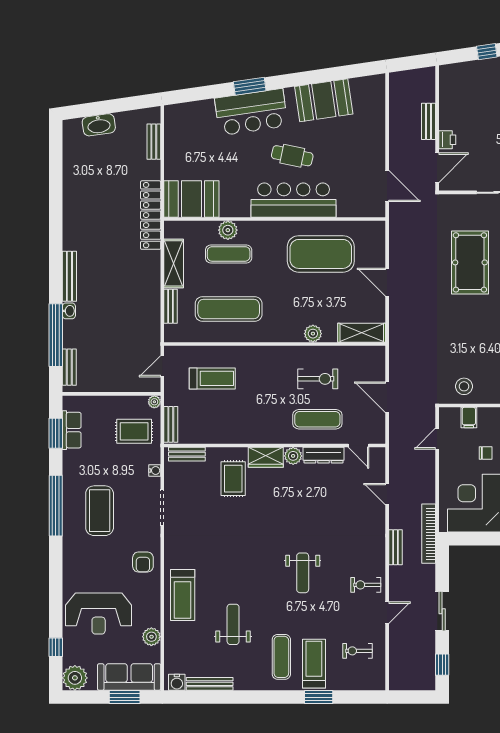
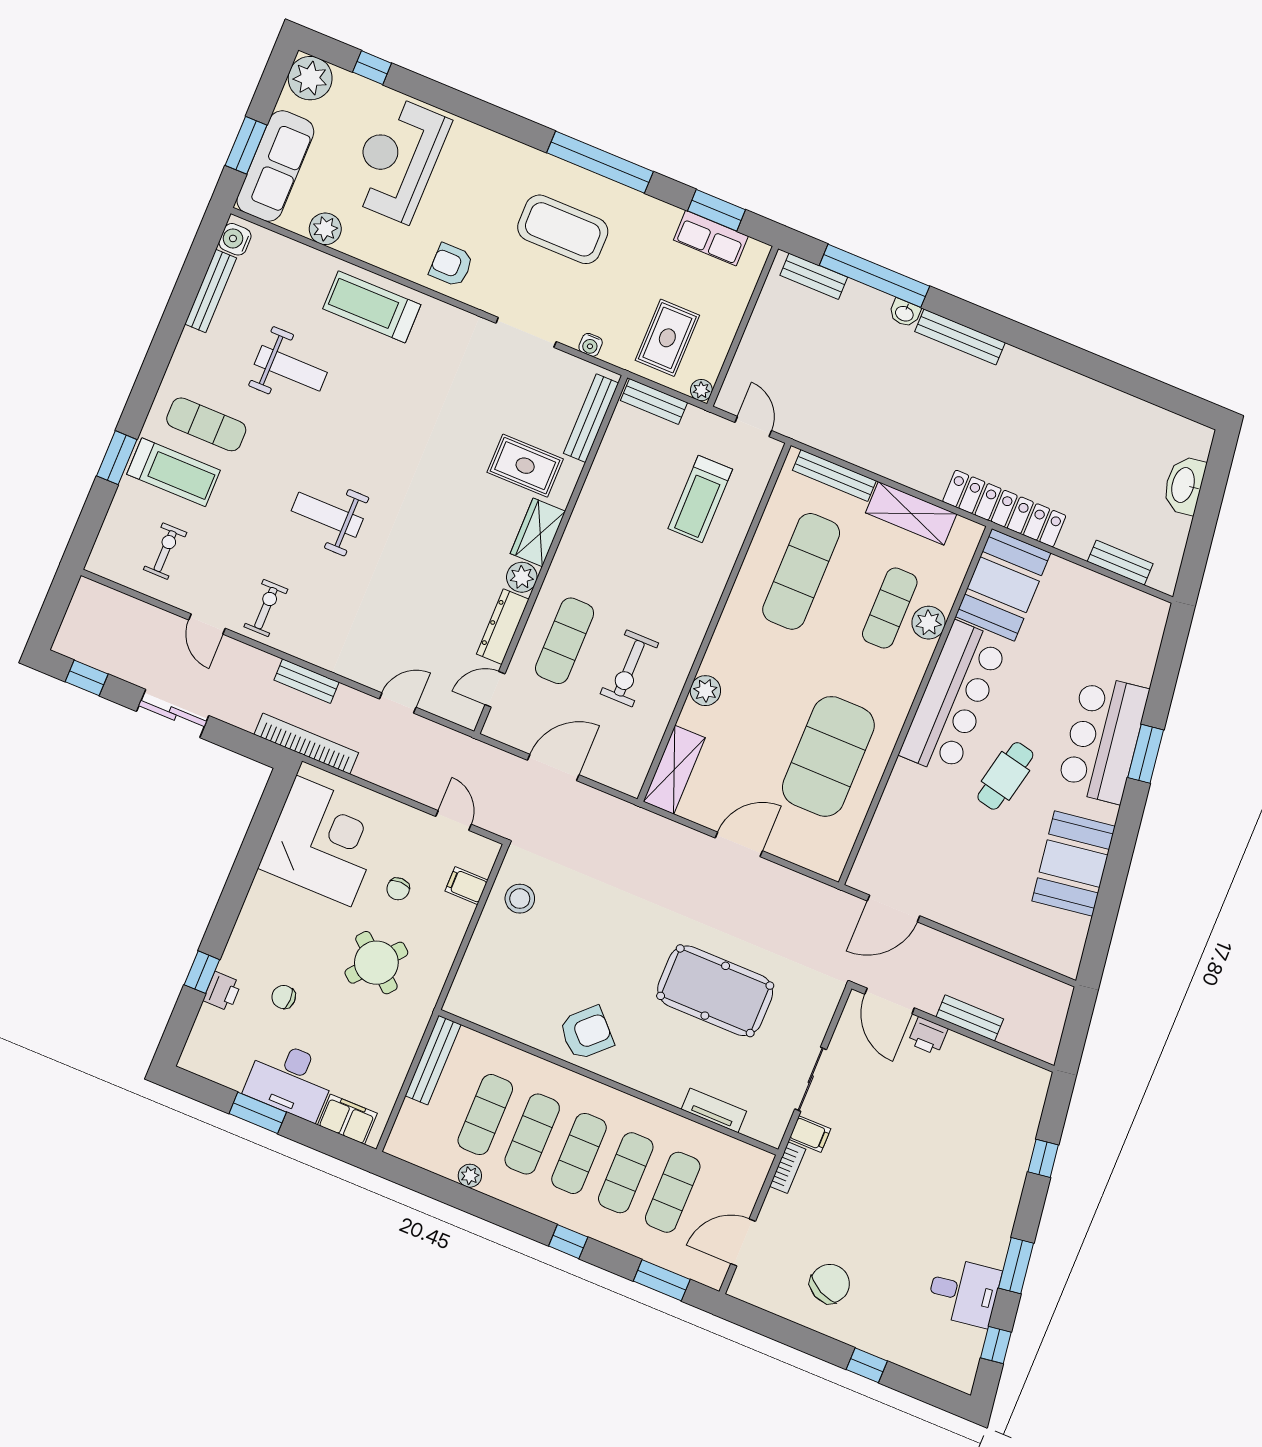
bar counter: (294, 200) -> (954, 698), moved
bench: (170, 306) -> (834, 476), width x1.36
bench: (187, 454) -> (591, 418), width x1.36

